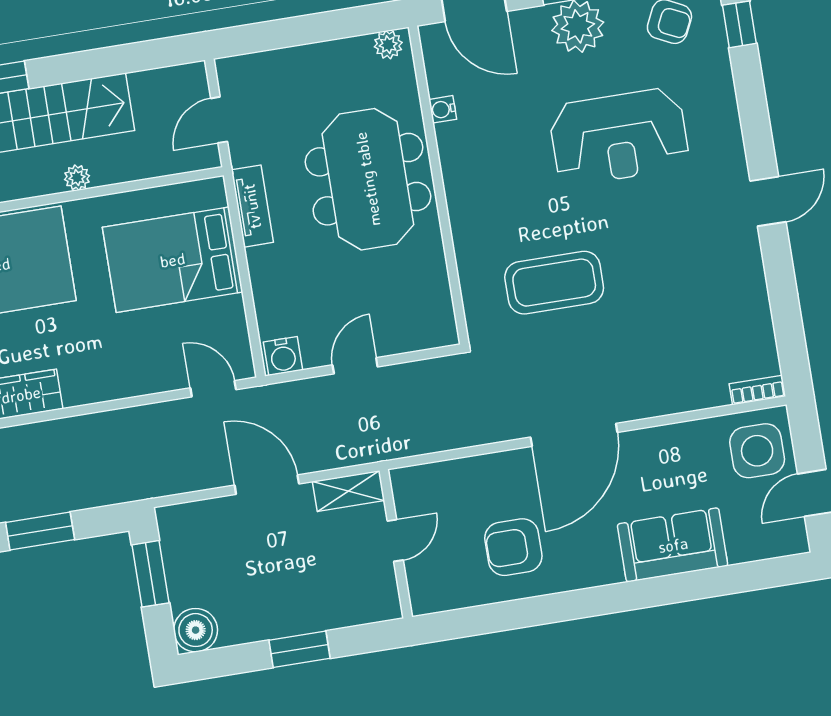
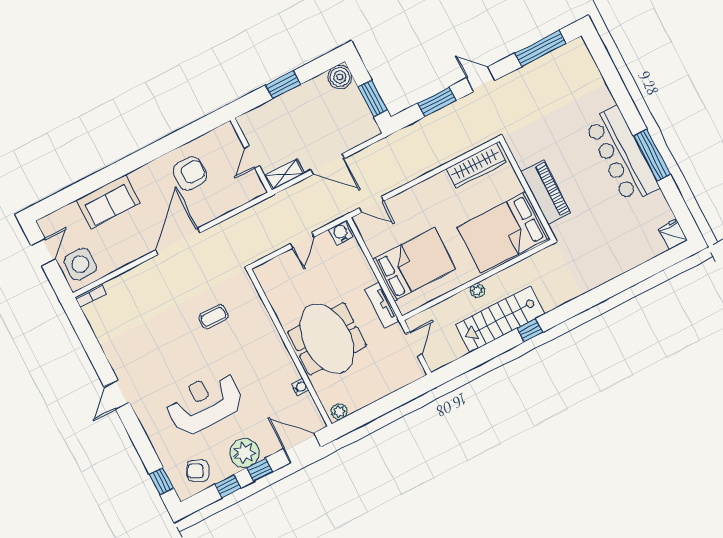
coffee table: (554, 283) -> (213, 317), width x0.54, depth x0.58

